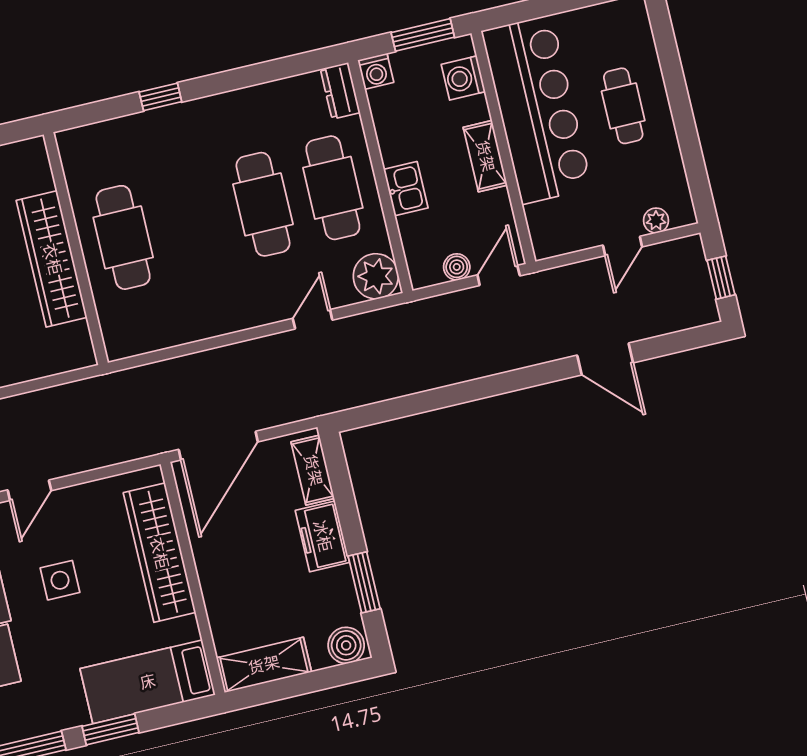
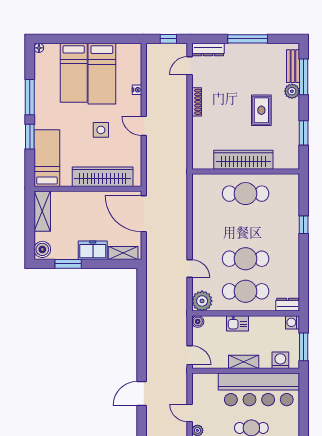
boiler: (457, 267) -> (198, 321), moved

